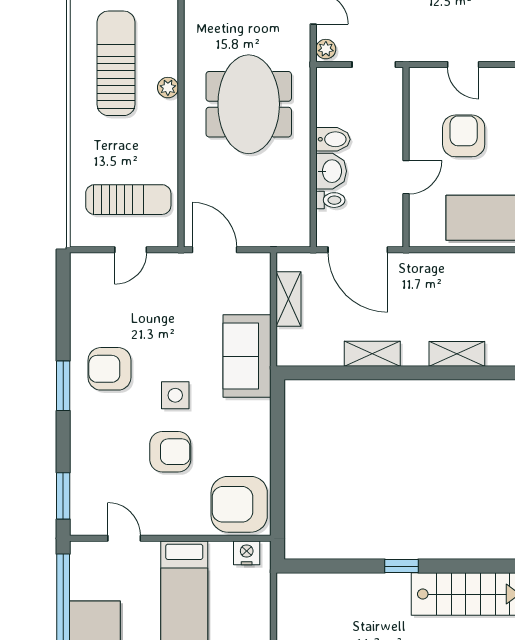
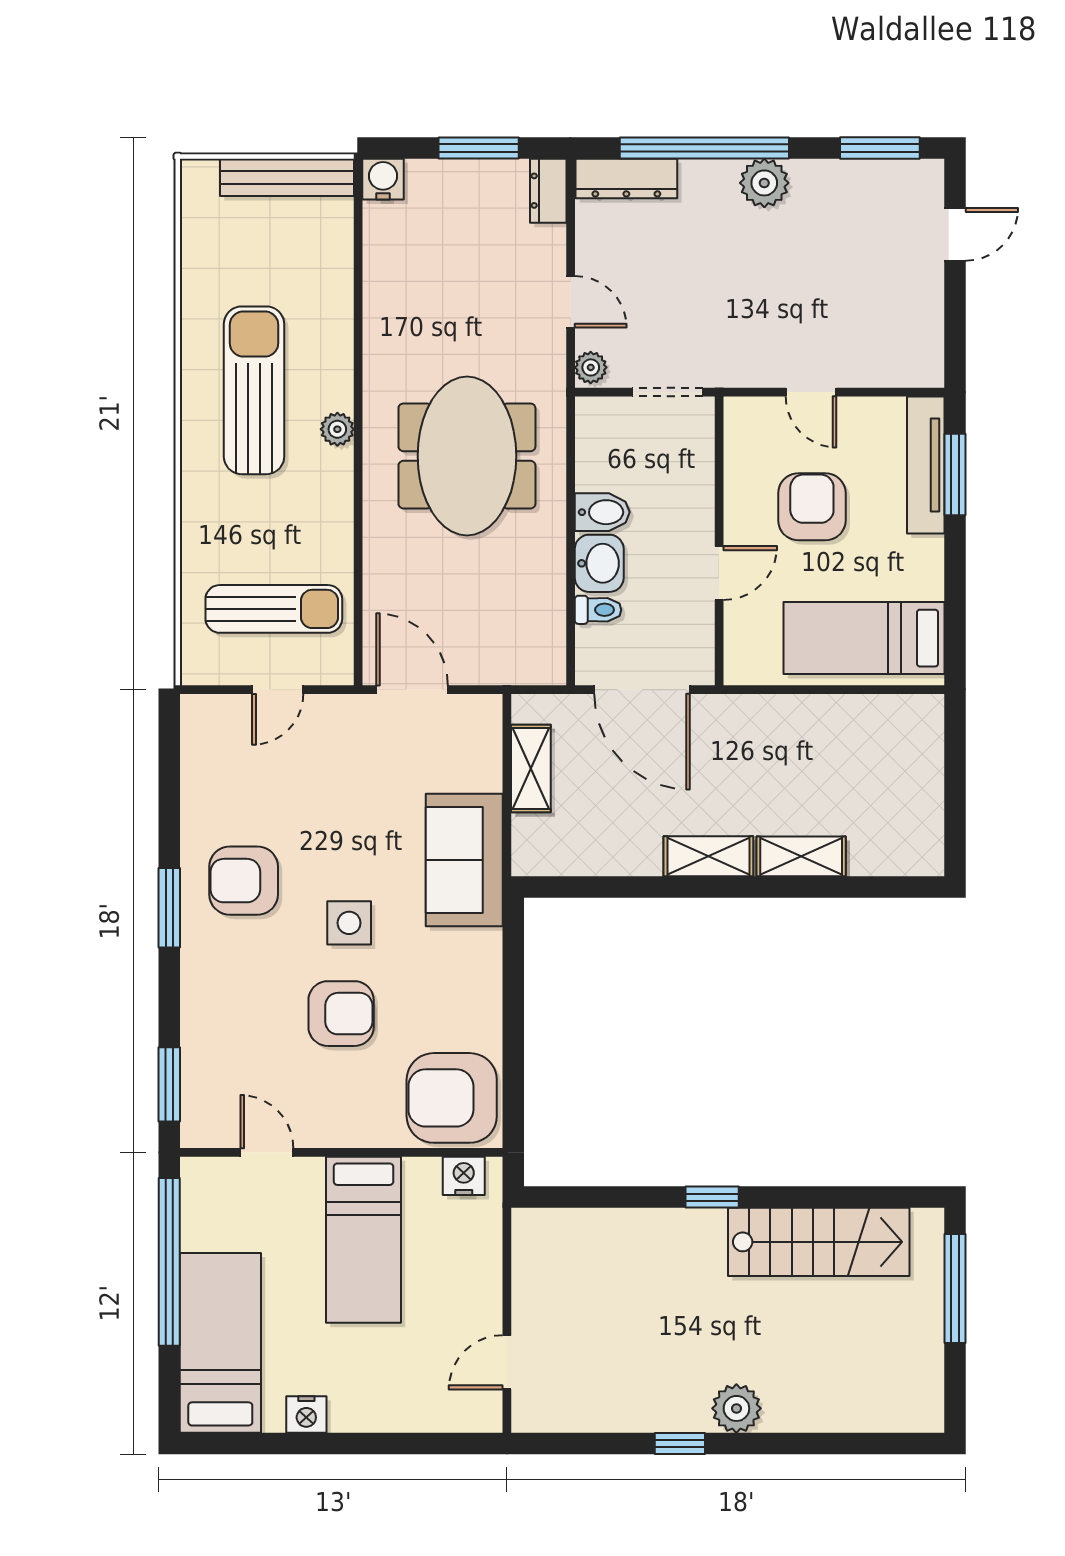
shelving: (372, 354) -> (708, 856), moved

